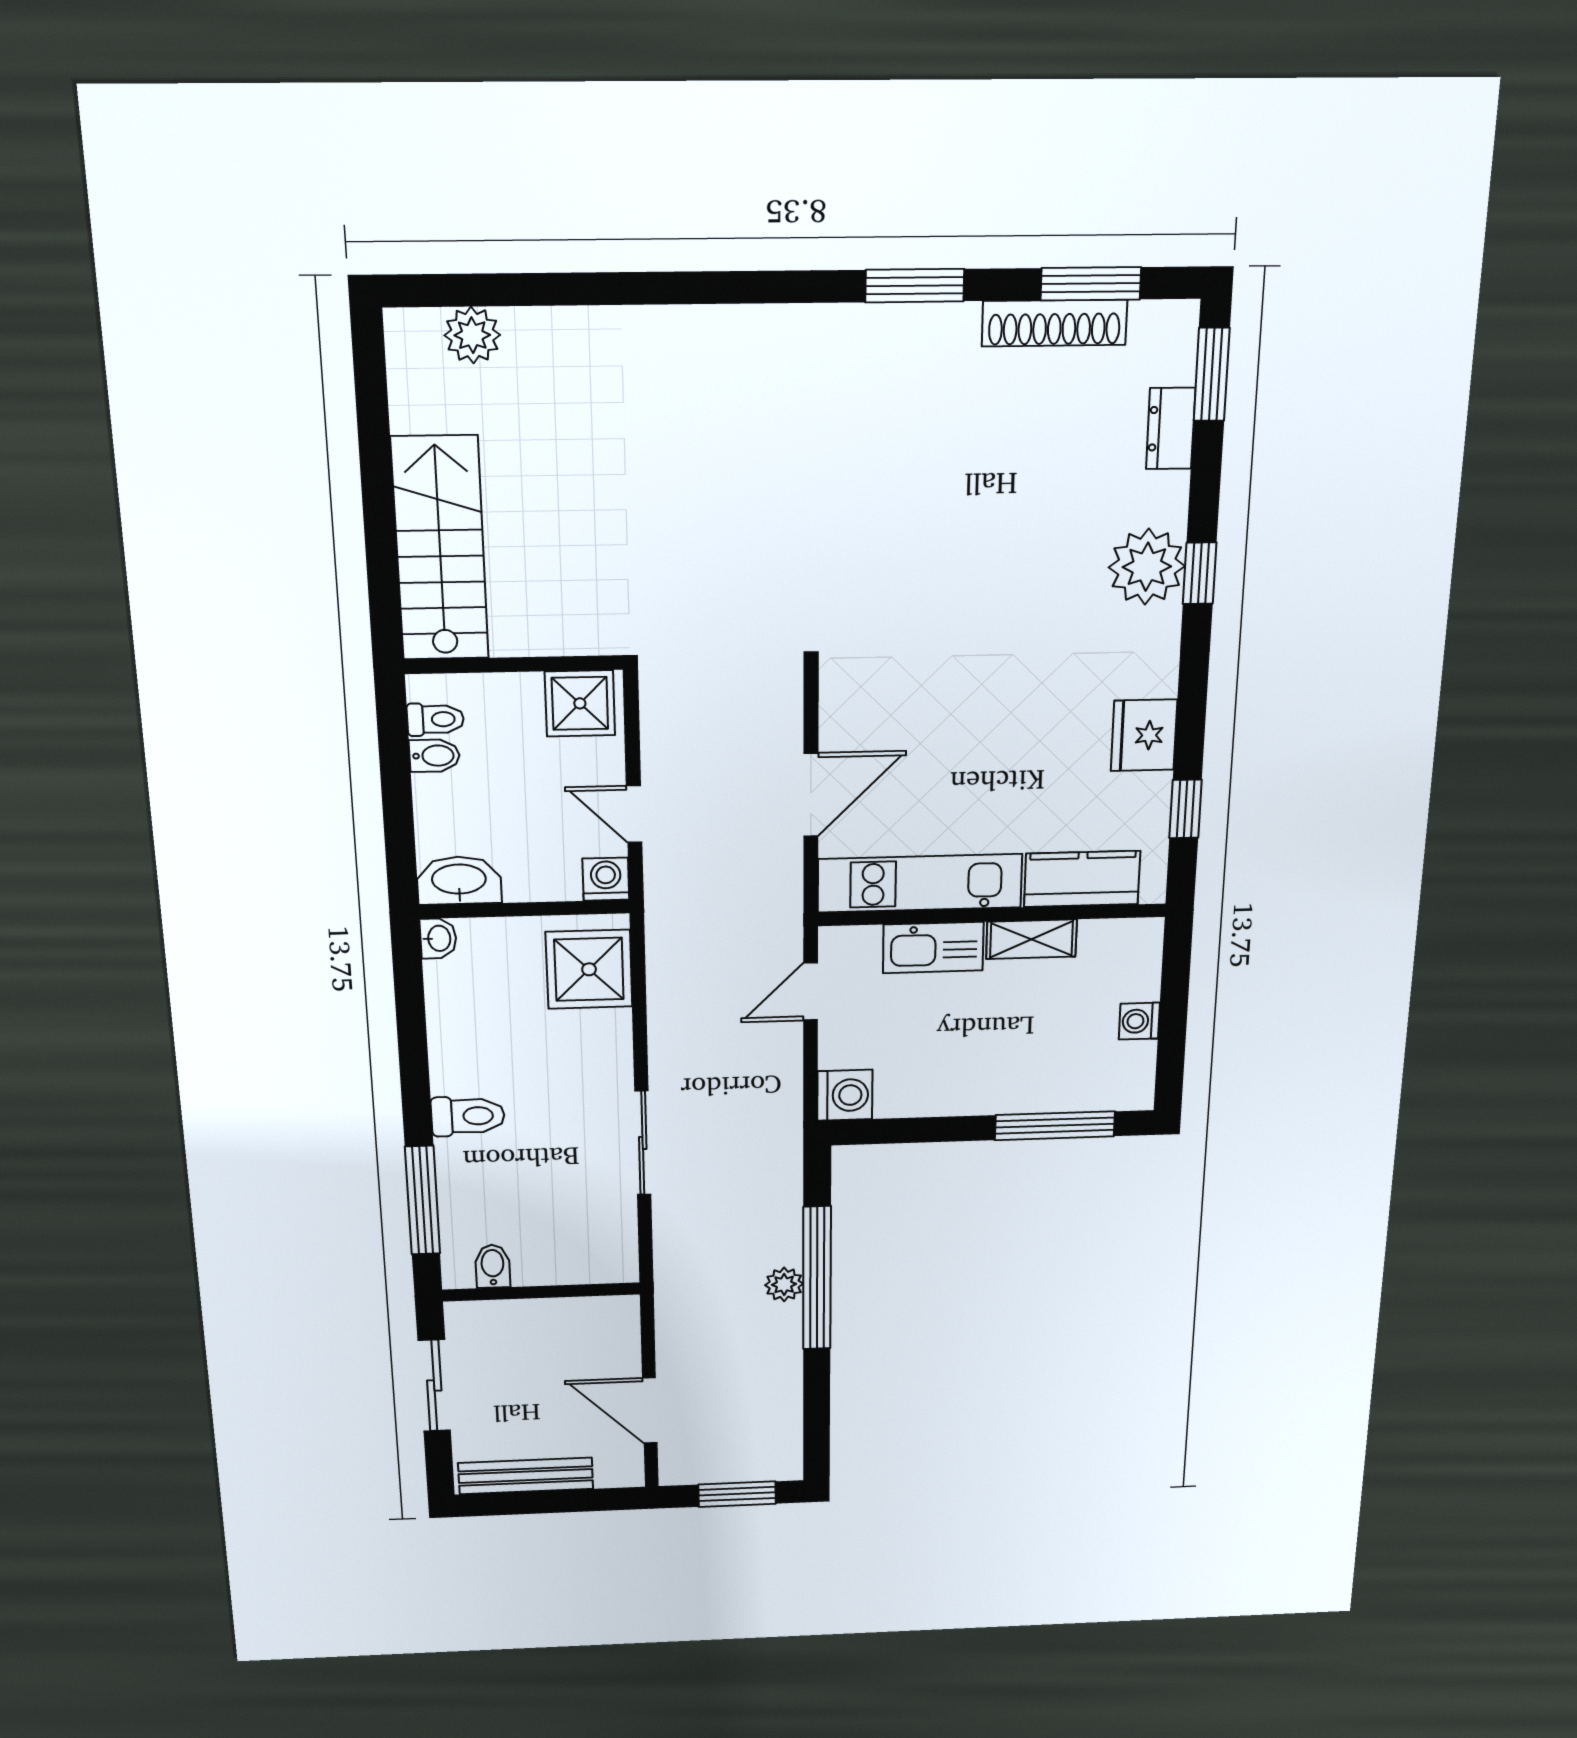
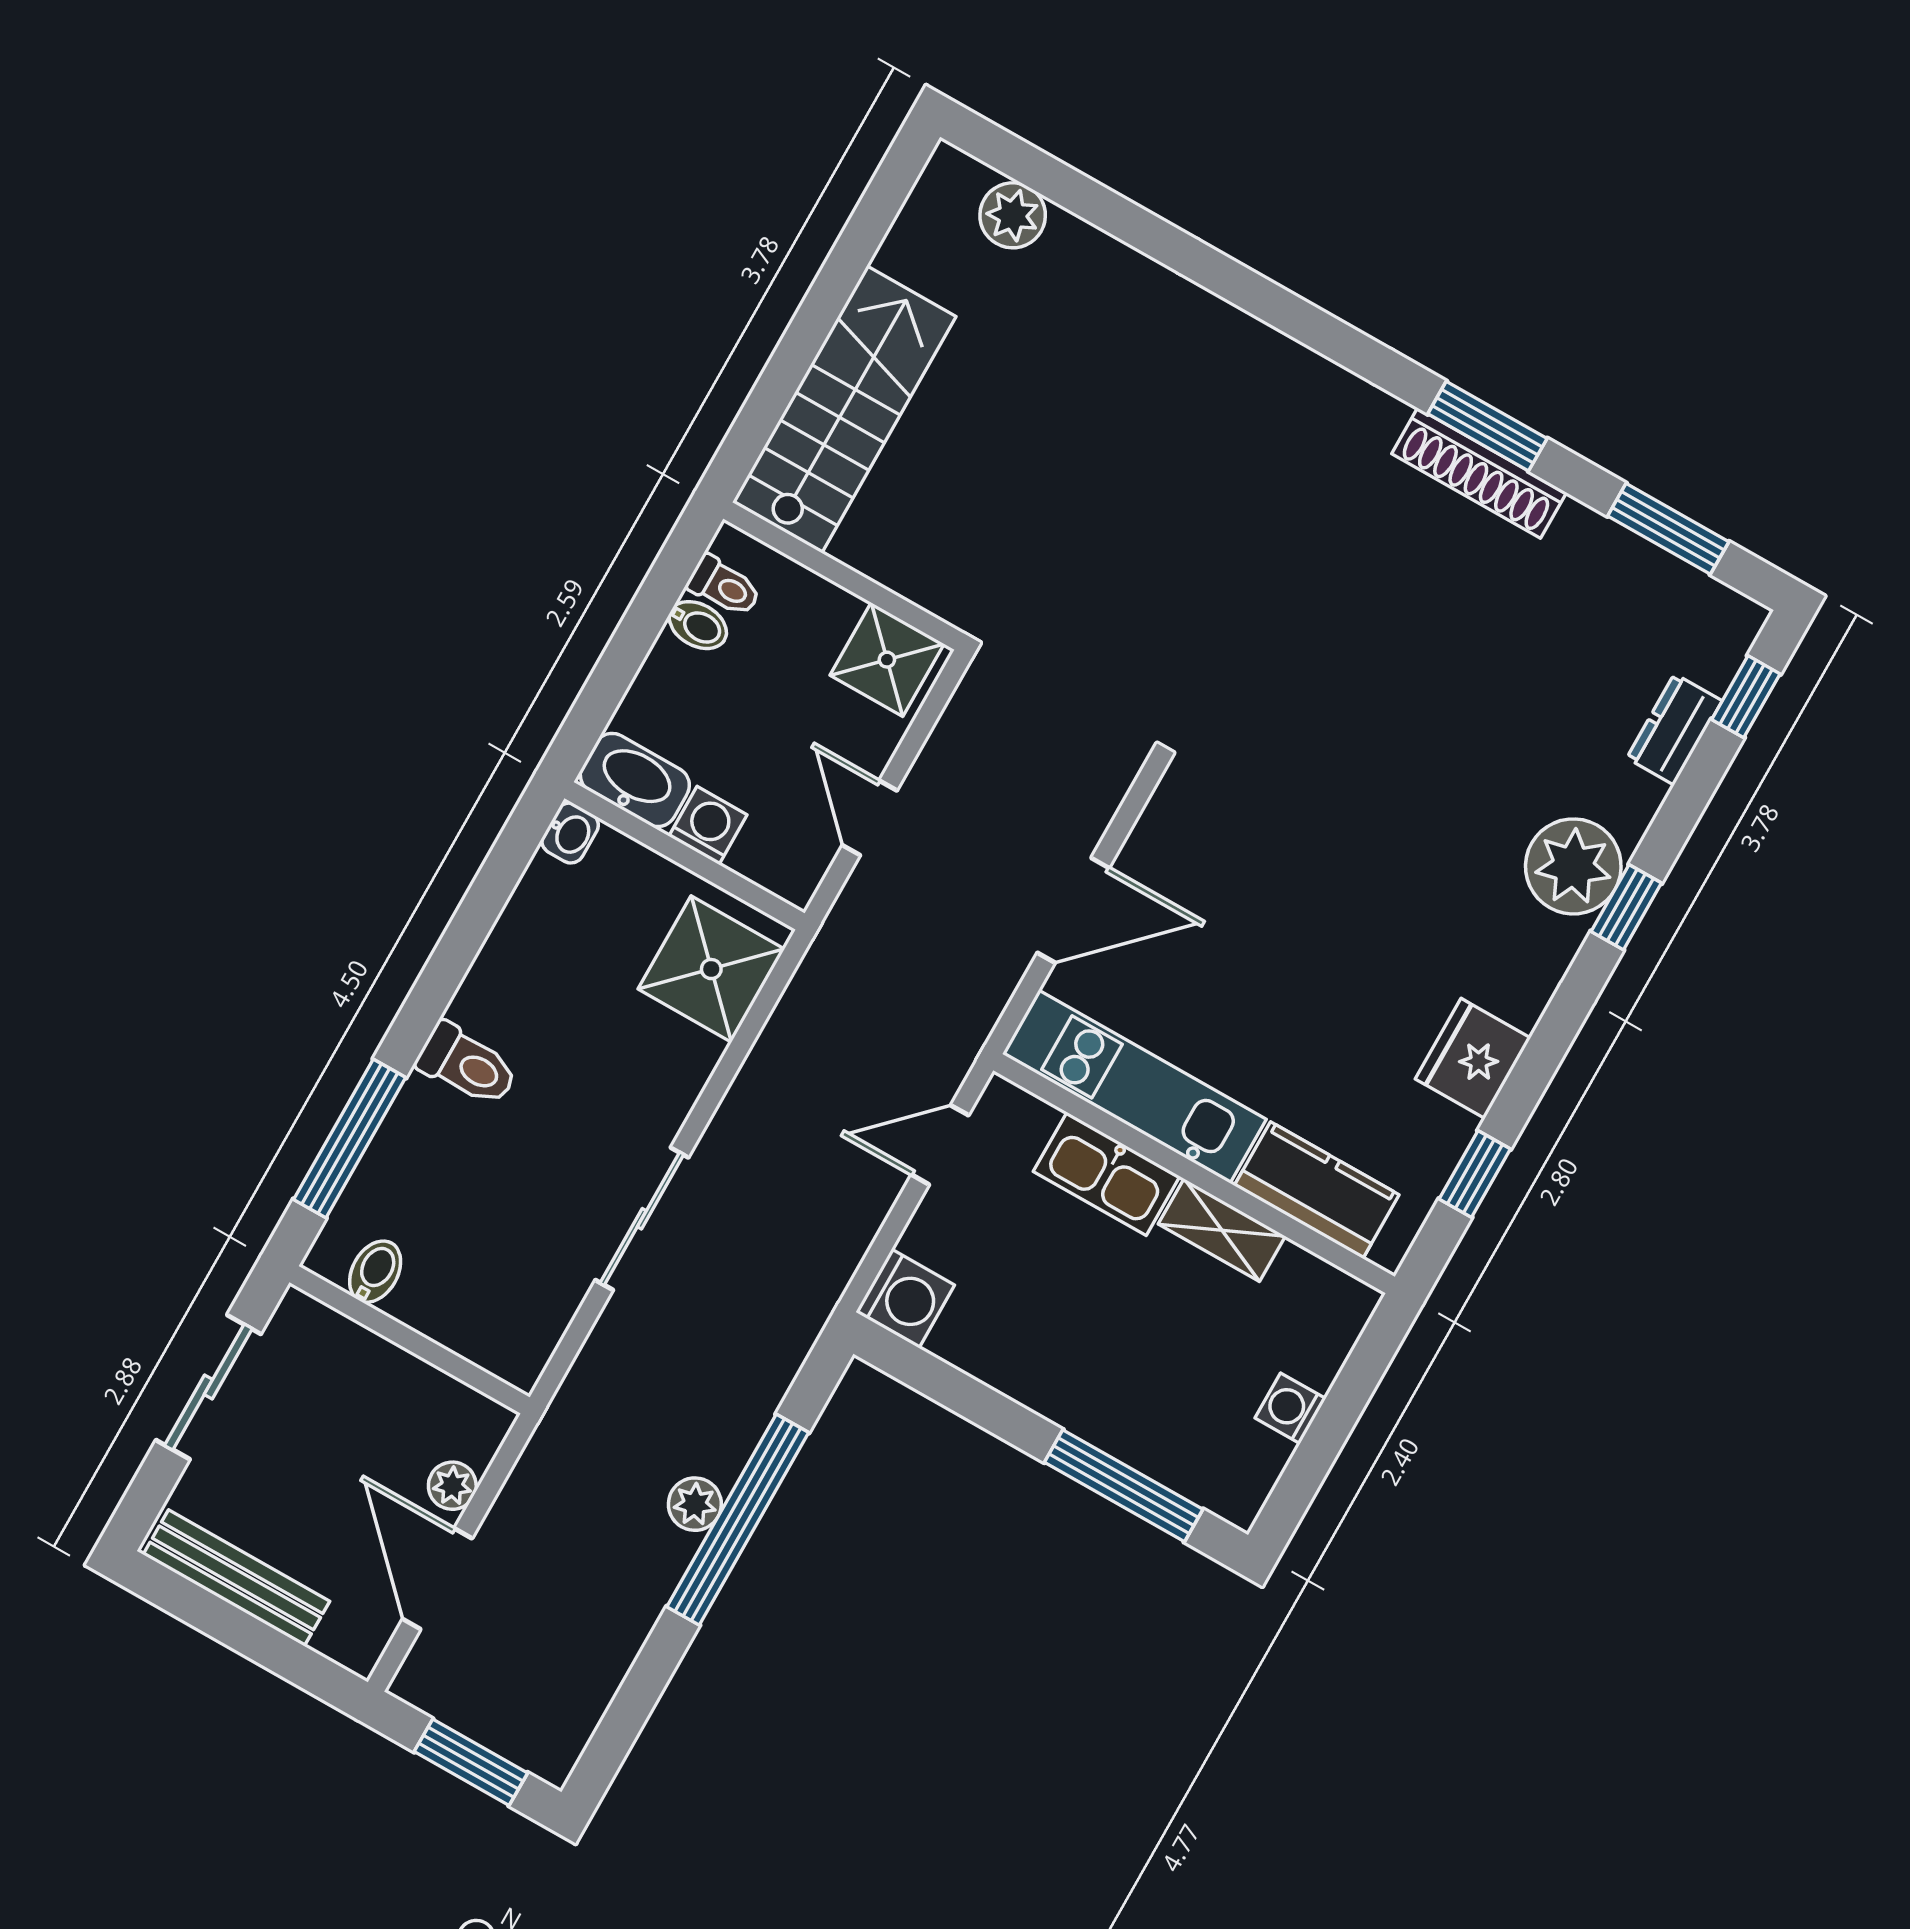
shoe rack: (1054, 323) -> (1479, 473), moved
window: (1212, 374) -> (1746, 697), width x0.67
washing machine: (606, 879) -> (708, 825), moved
plant: (624, 1356) -> (452, 1486), added

